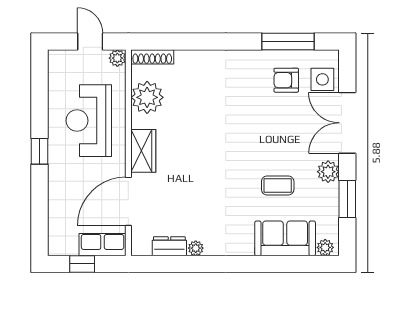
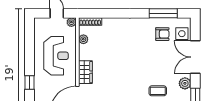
armchair: (286, 80) -> (162, 34), turned 180
plant: (147, 97) -> (83, 39), width x0.53, depth x0.53
reception desk: (89, 121) -> (56, 56), turned 180
window: (39, 151) -> (29, 83), moved

